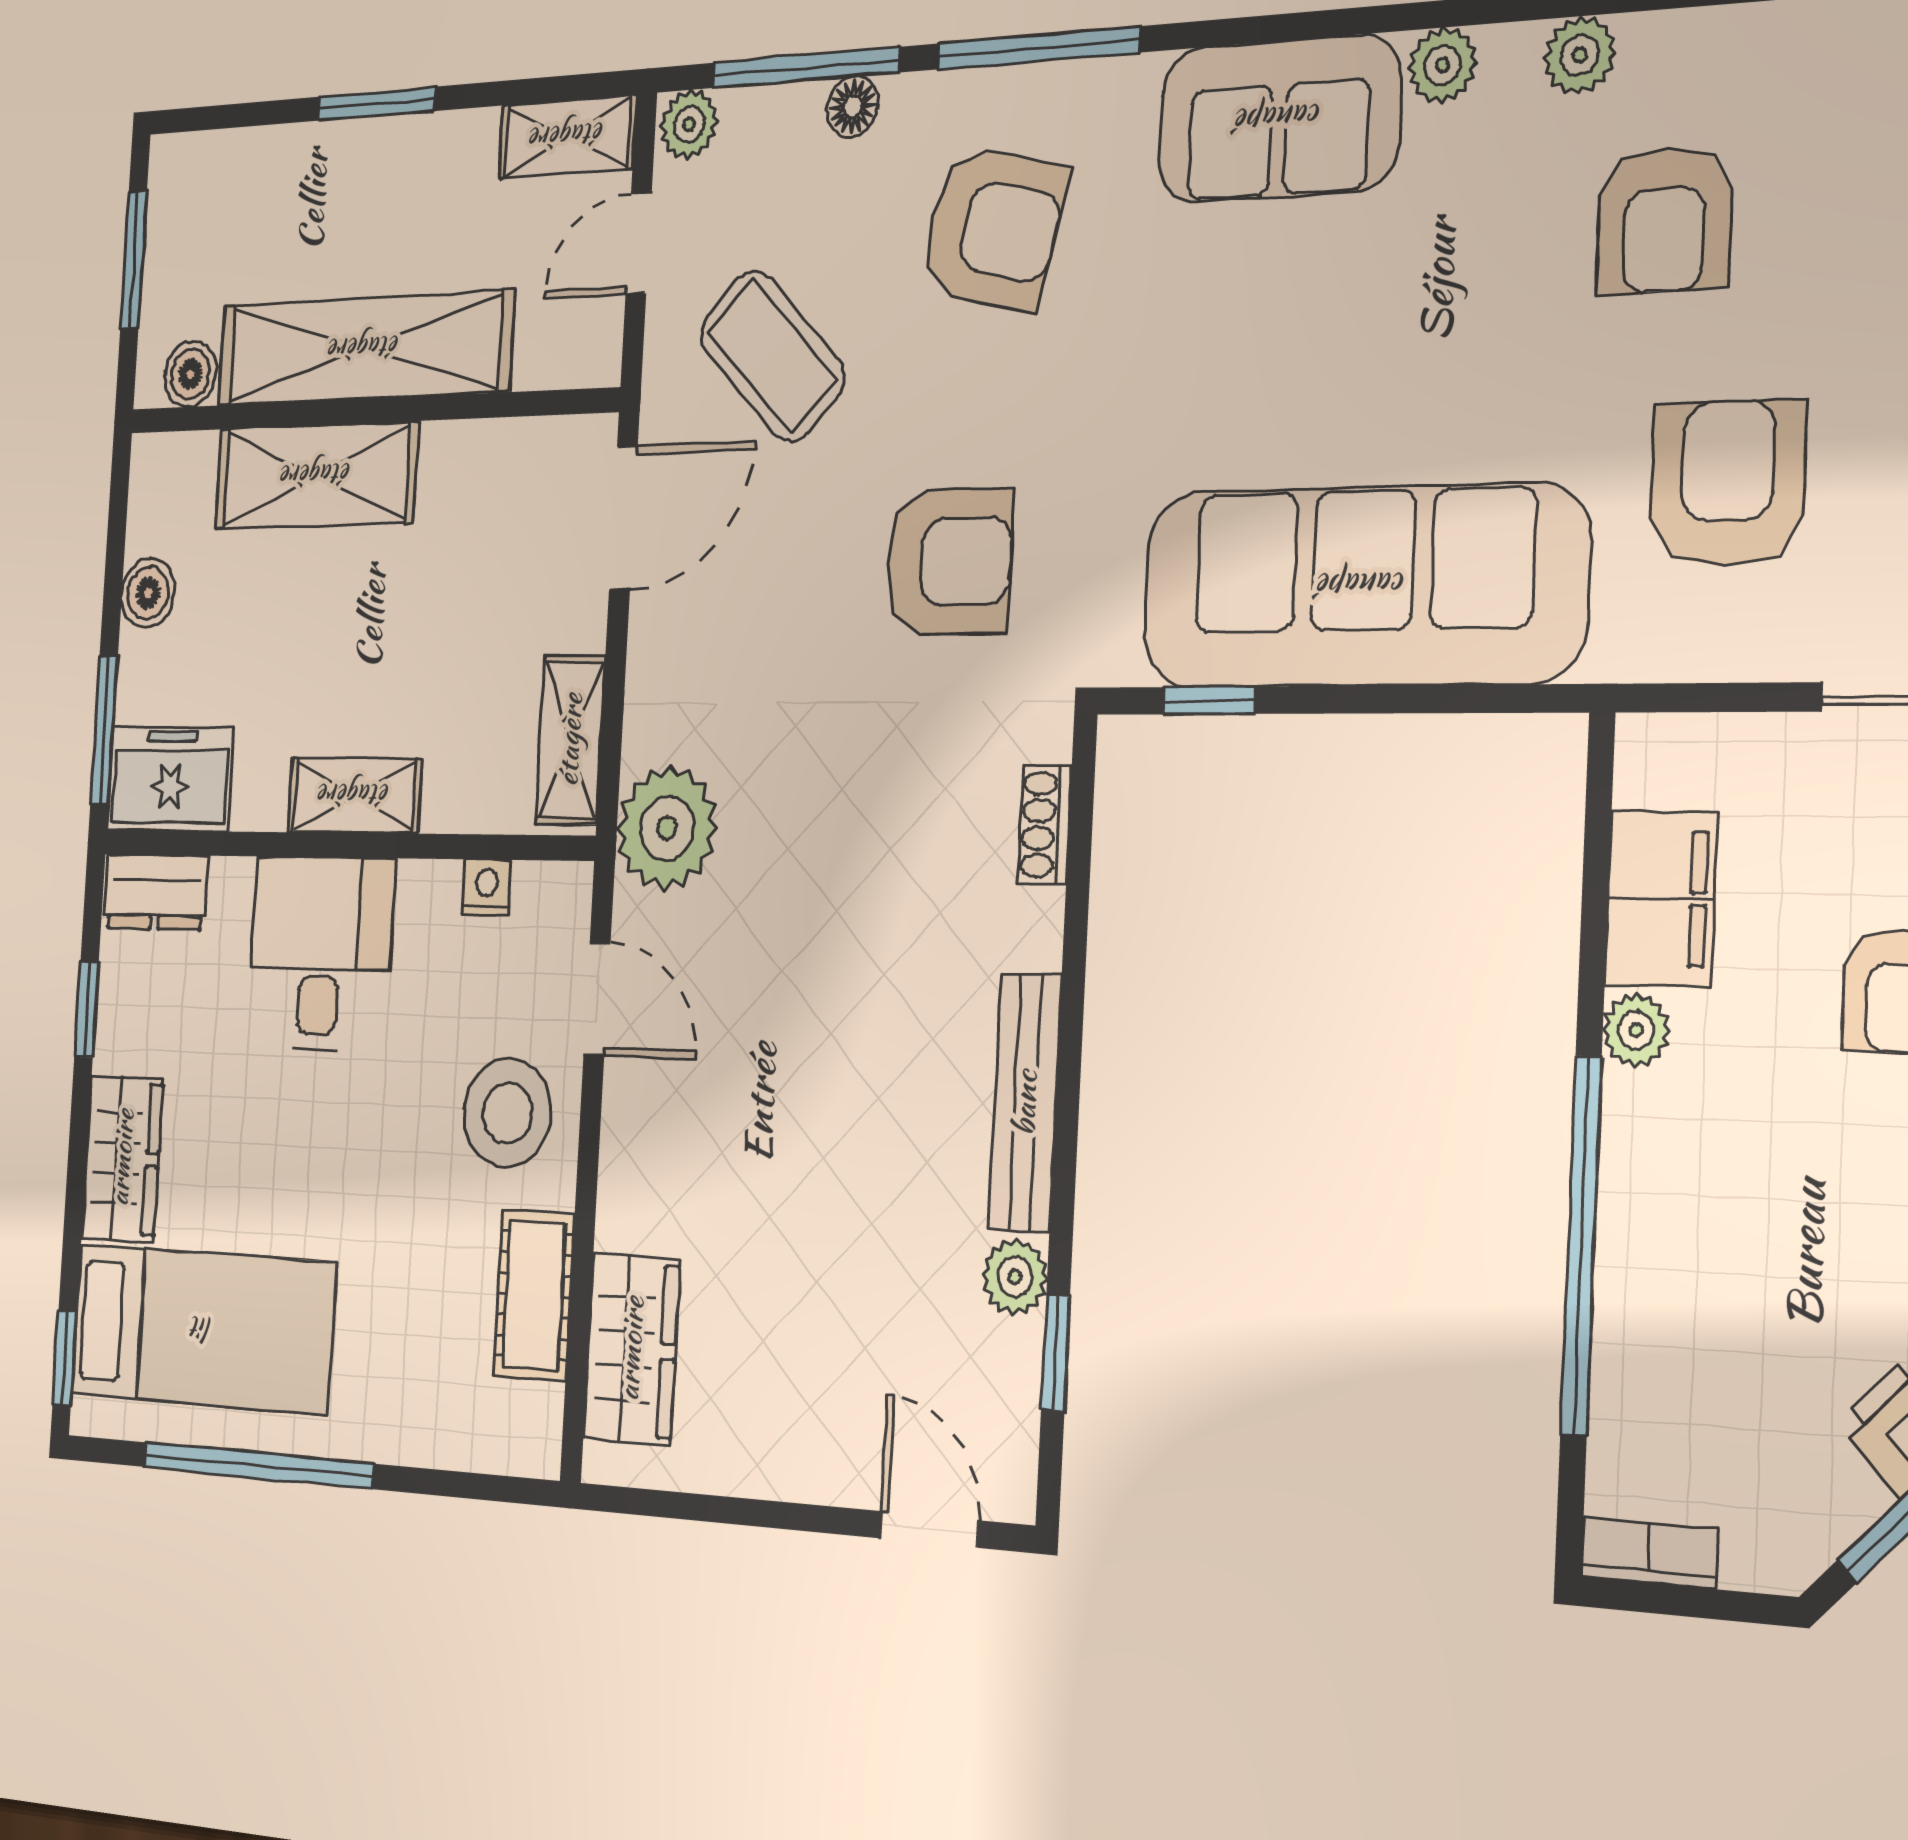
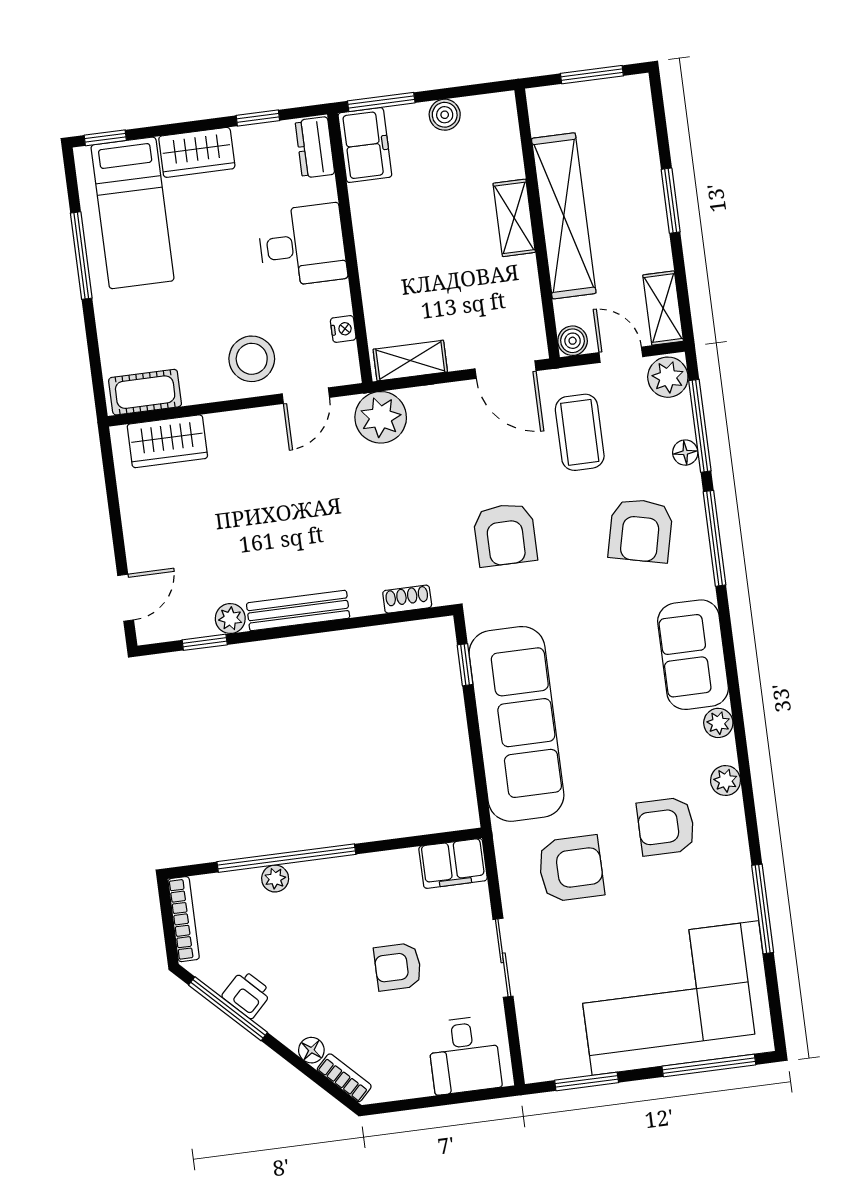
plant: (689, 124) -> (668, 377), width x1.38, depth x1.38
coffee table: (772, 356) -> (580, 432), turned -44
boiler: (190, 374) -> (573, 341), moved
shelving: (316, 476) -> (514, 218), width x0.67, depth x0.75
shelving: (354, 796) -> (372, 250), removed
filing cabinet: (1661, 899) -> (453, 863), moved
plant: (1636, 1030) -> (275, 879), moved
cot: (534, 1295) -> (145, 392), moved
window: (257, 1465) -> (81, 256), width x0.68
bookcase: (1649, 1553) -> (184, 919), width x1.56

